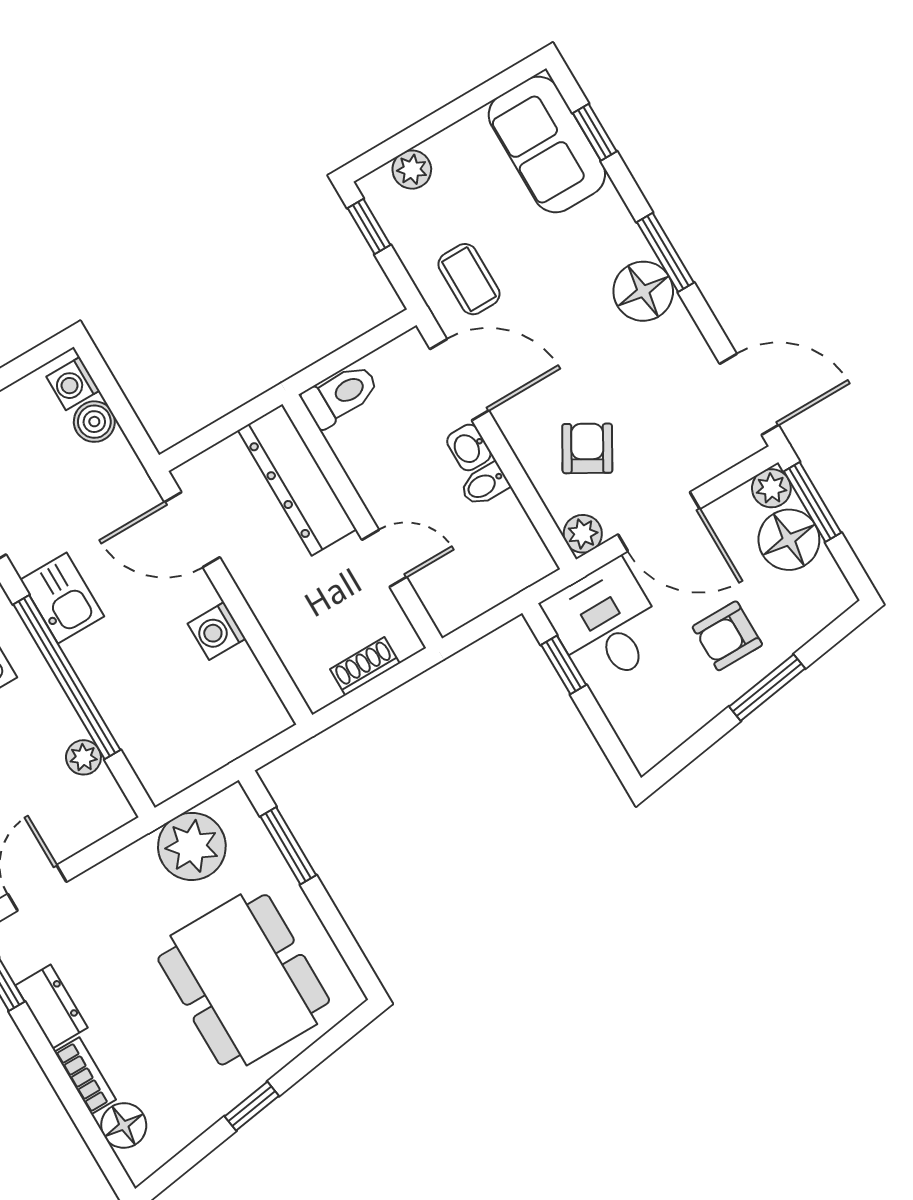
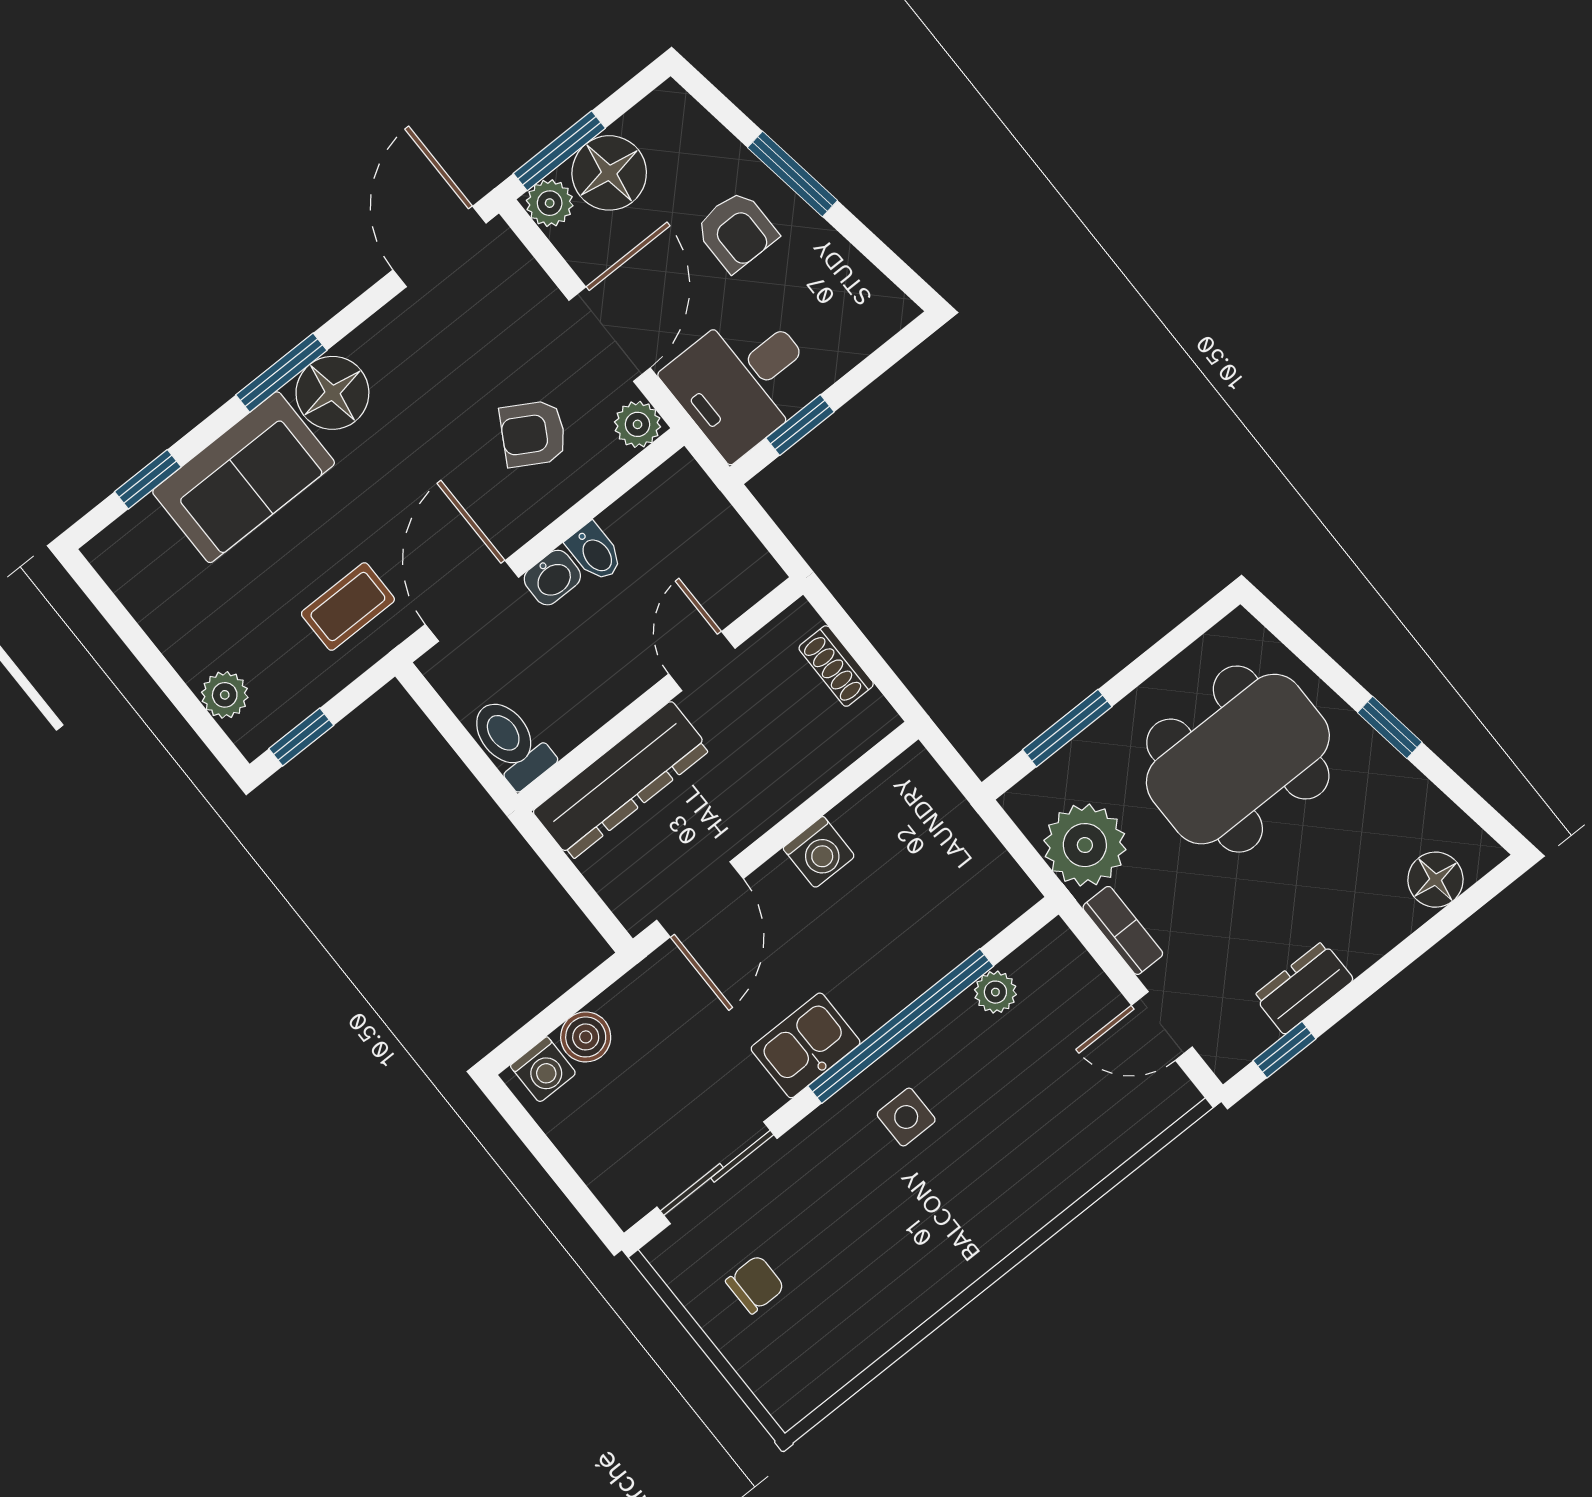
sofa: (547, 144) -> (244, 477), moved
bookcase: (85, 1076) -> (1123, 930), moved, turned 90

